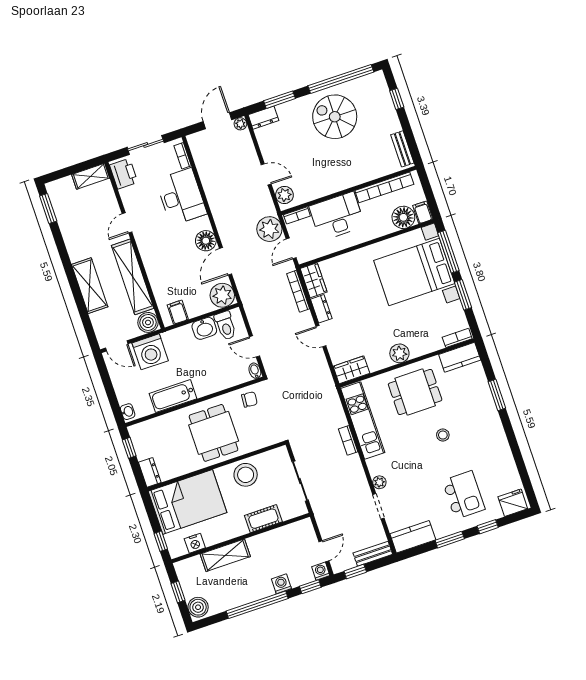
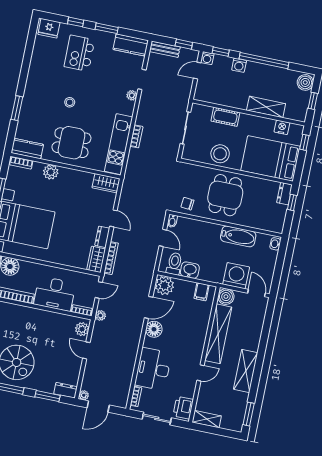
plant: (269, 229) -> (100, 315), width x0.53, depth x0.53
shelving: (90, 286) -> (246, 371), moved
plant: (399, 353) -> (51, 172), moved
window: (129, 448) -> (292, 202), moved

